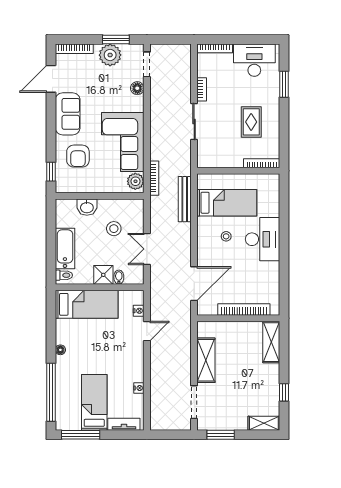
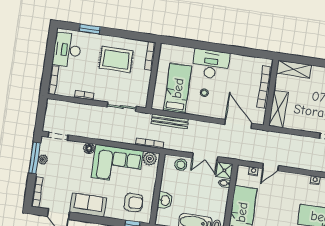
window: (116, 39) -> (35, 158), width x1.44
plant: (110, 55) -> (43, 159), width x0.53, depth x0.53
floor lamp: (137, 88) -> (89, 148), moved
sliding door: (194, 121) -> (122, 107), moved
rug: (251, 122) -> (116, 59), width x1.36, depth x1.43
armchair: (78, 156) -> (133, 202), moved
stool: (114, 229) -> (181, 165), moved
shower: (103, 275) -> (224, 170), moved
door: (147, 331) -> (271, 167), swing flipped
shelving: (206, 360) -> (278, 109), moved, turned 90

